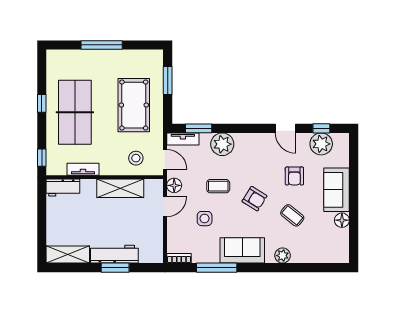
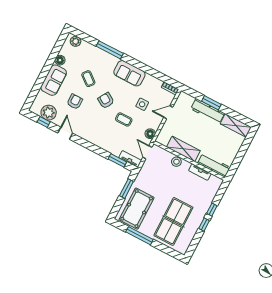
window: (102, 45) -> (139, 236), moved
window: (168, 80) -> (126, 189), moved
pool table: (134, 105) -> (137, 209), moved
table tennis table: (75, 112) -> (173, 221), moved
plant: (222, 144) -> (108, 143), removed
window: (42, 158) -> (212, 210), moved
stool: (136, 158) -> (176, 162), moved
workbench: (63, 188) -> (214, 165), width x1.38
door: (165, 207) -> (168, 112), moved
plant: (283, 256) -> (76, 41), moved
window: (217, 268) -> (110, 50), moved

